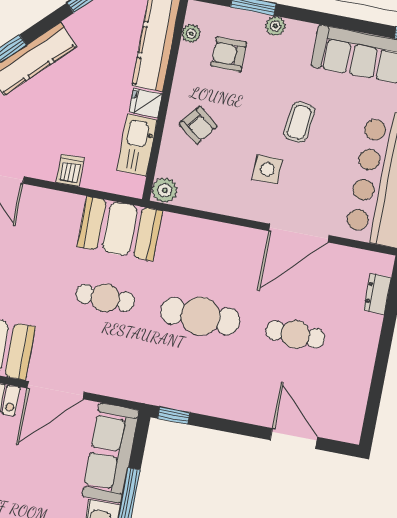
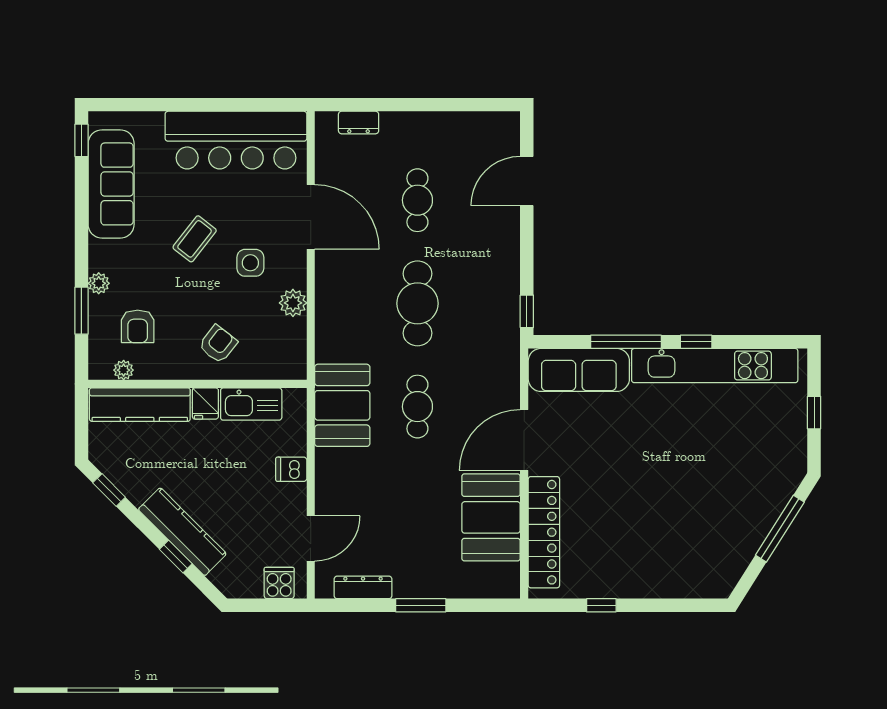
coffee table: (299, 122) -> (195, 239), turned -59
plant: (165, 190) -> (293, 303), moved
door: (56, 390) -> (524, 440), swing flipped

